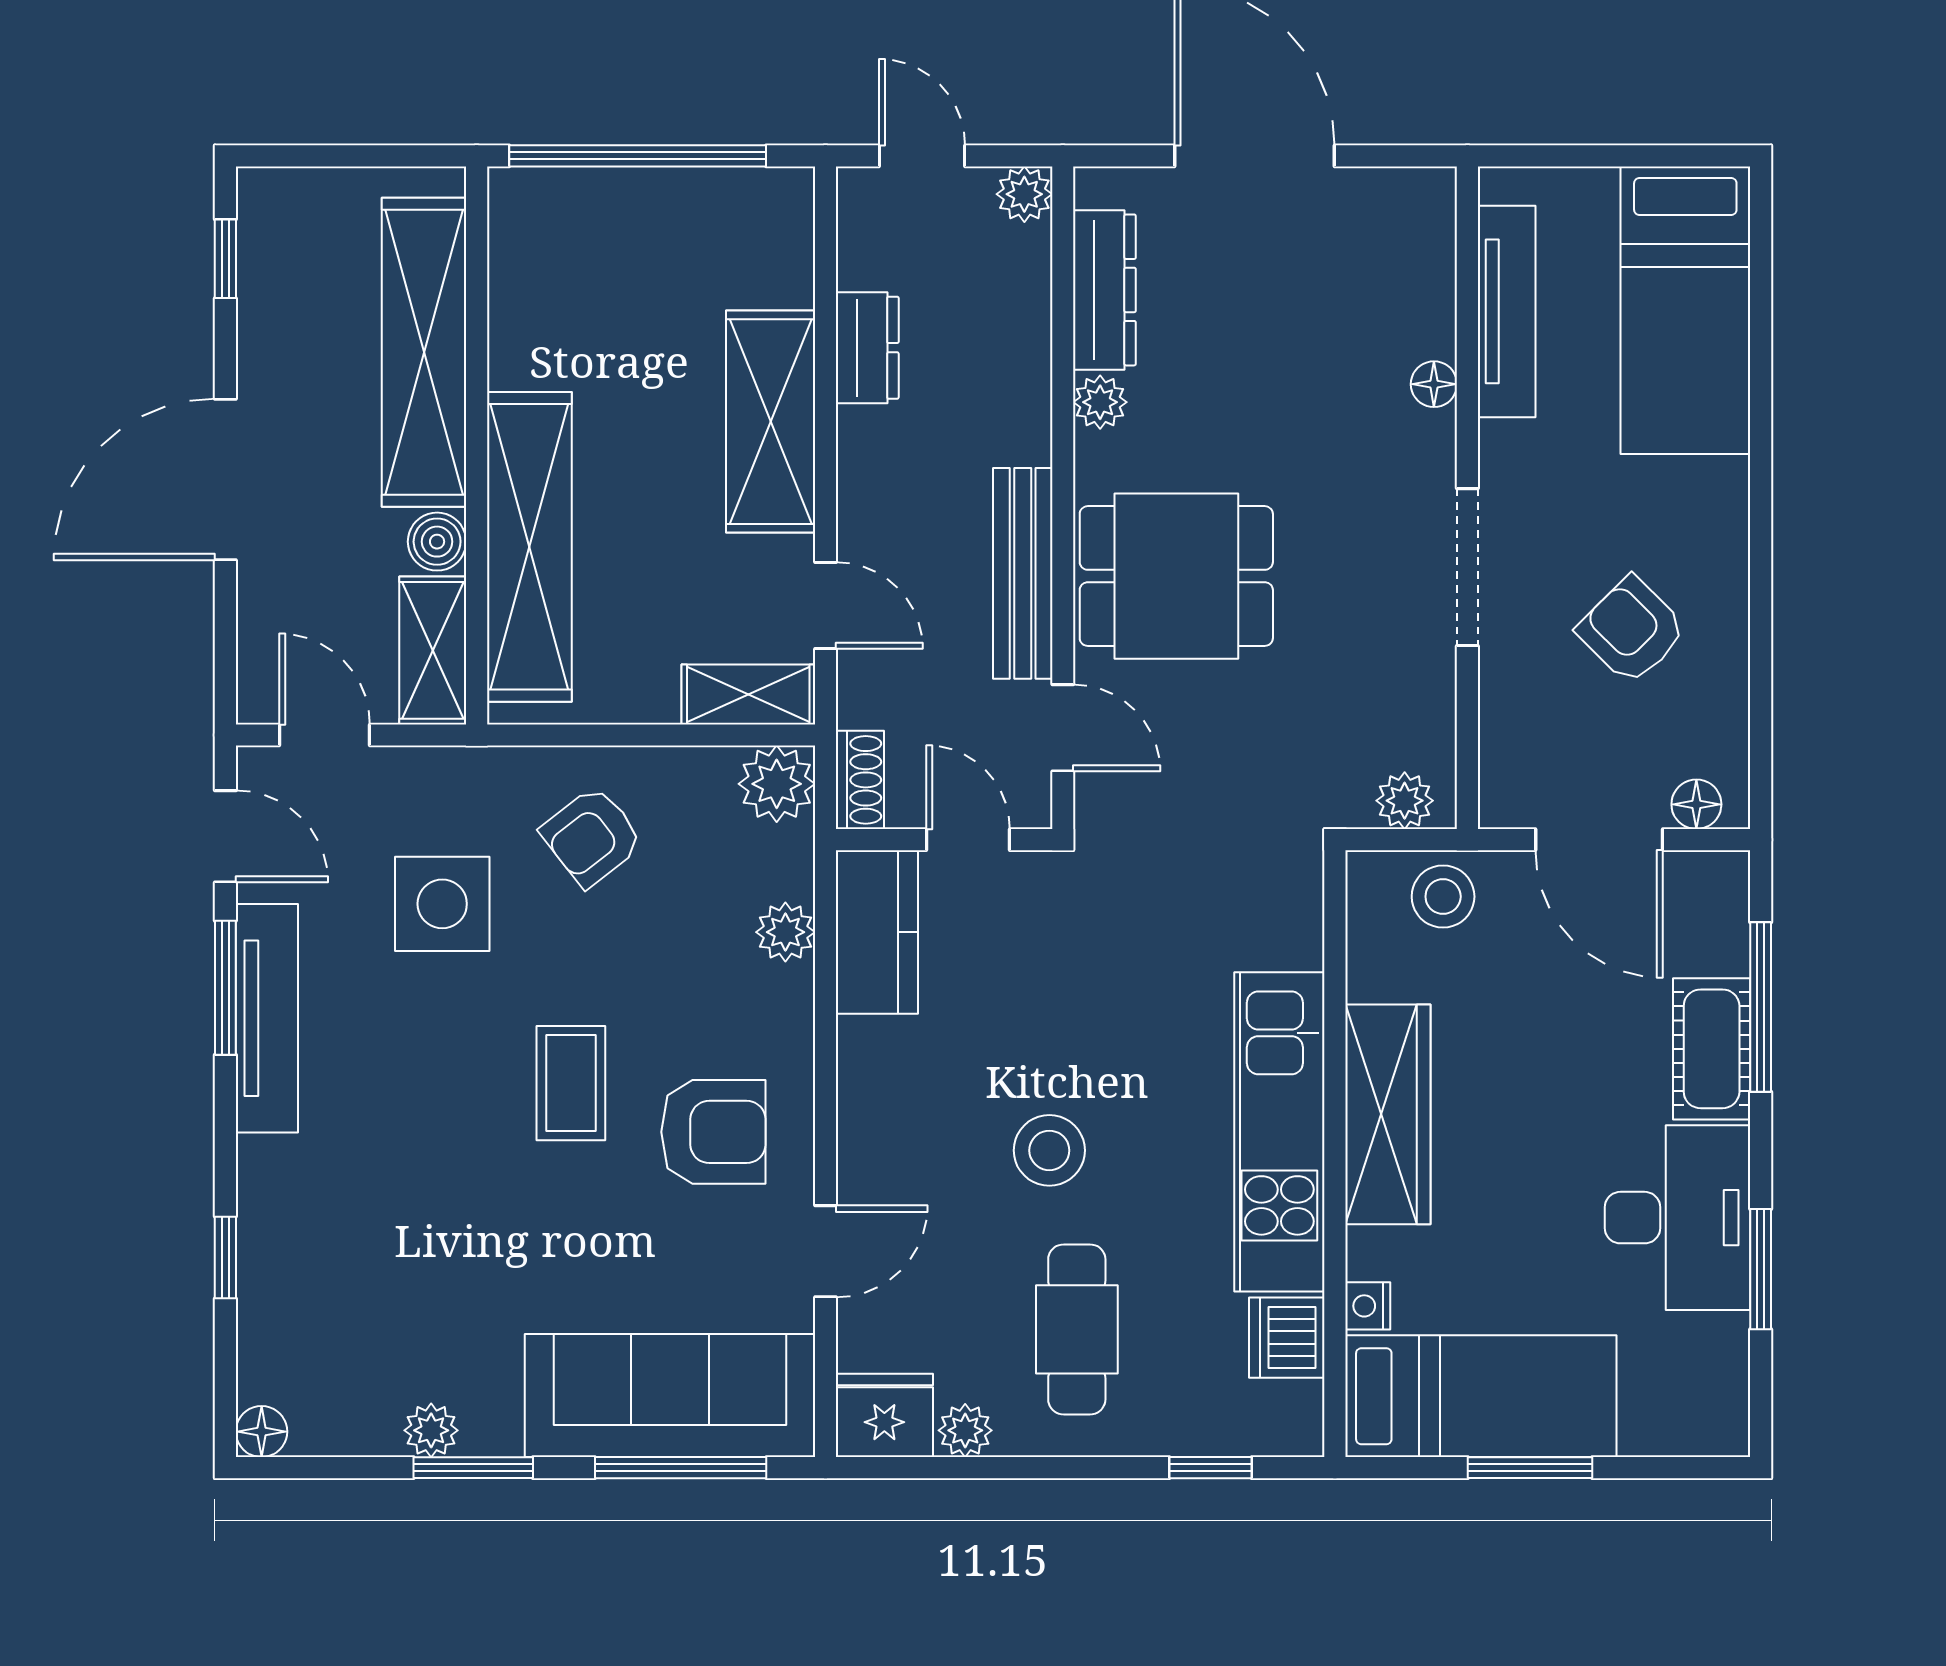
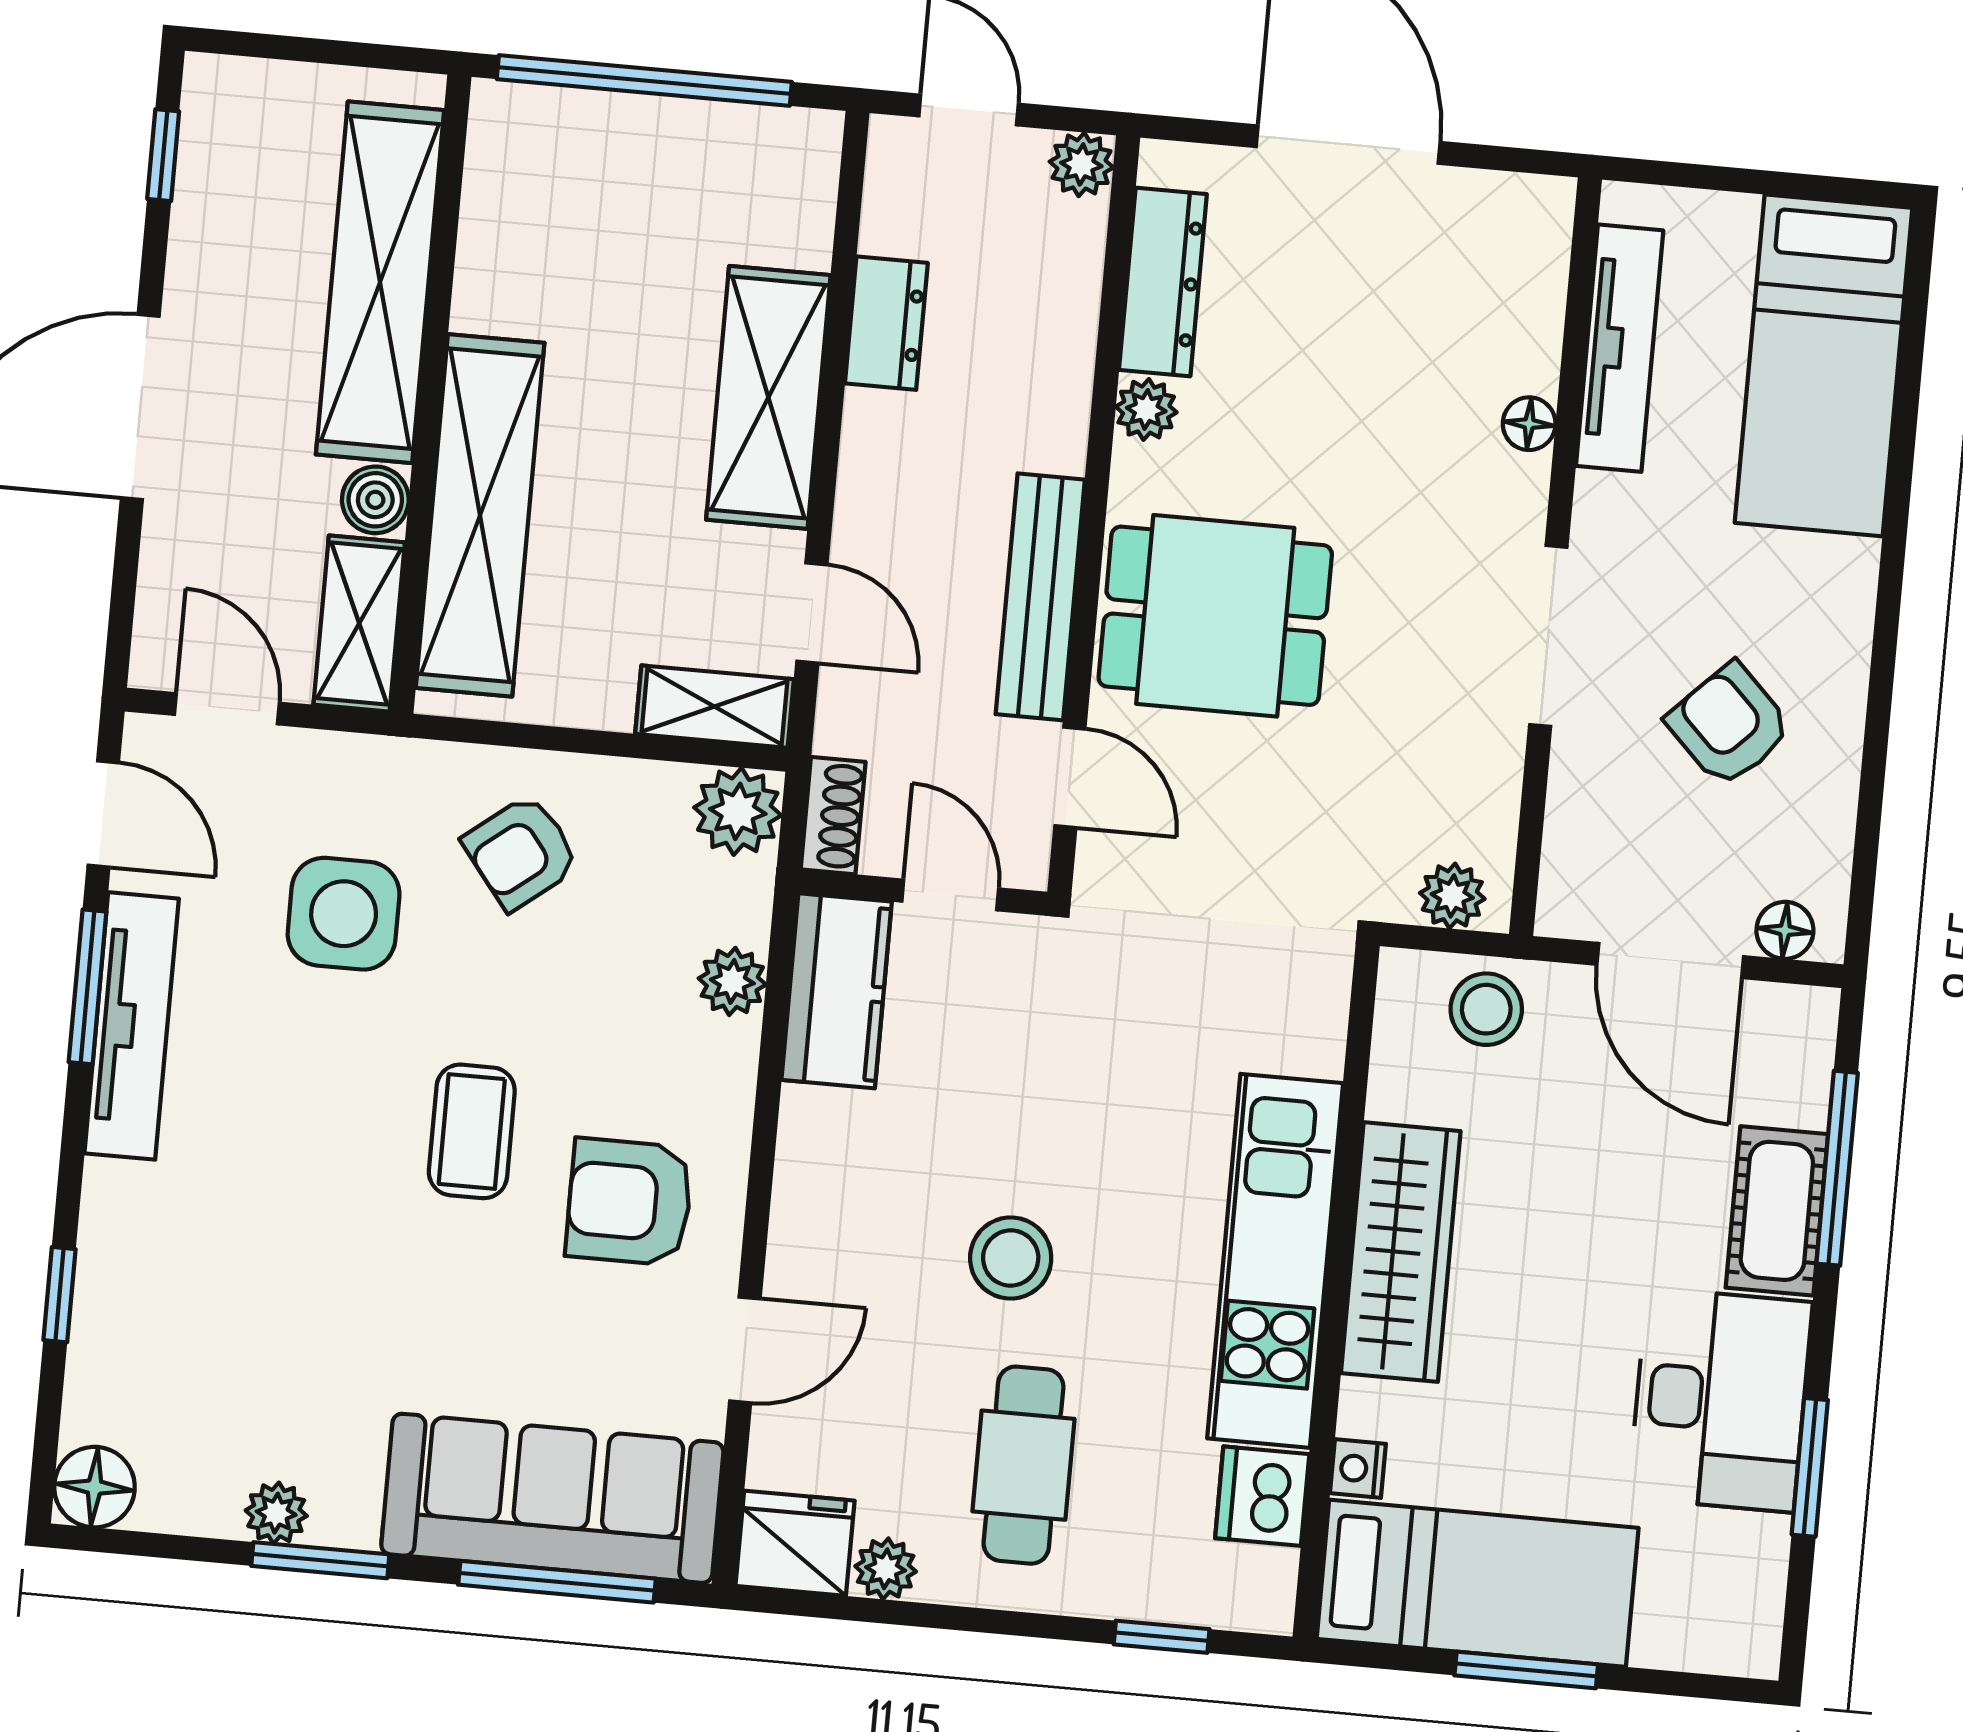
armchair: (713, 1132) -> (629, 1202), turned 180
floor lamp: (262, 1432) -> (94, 1487), width x1.37, depth x1.37

